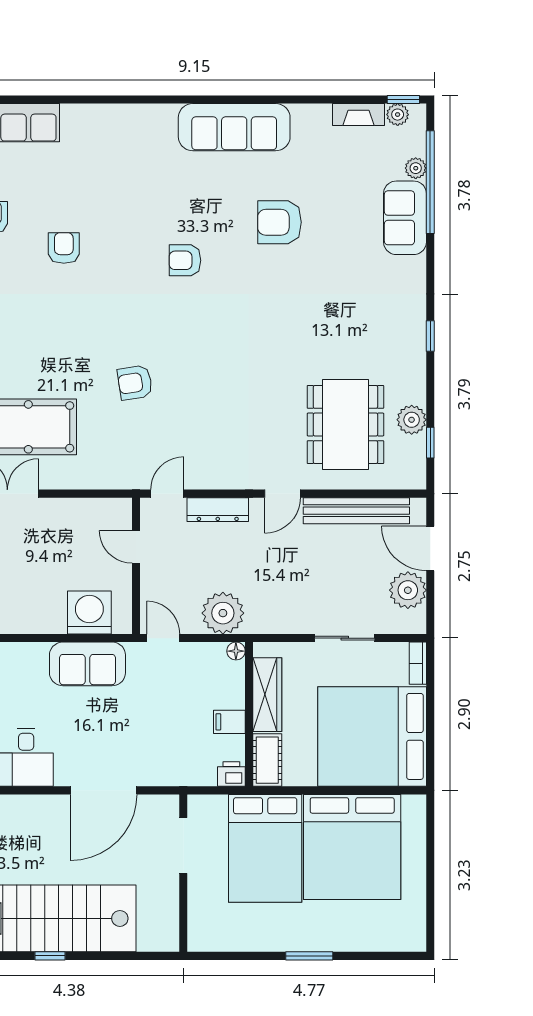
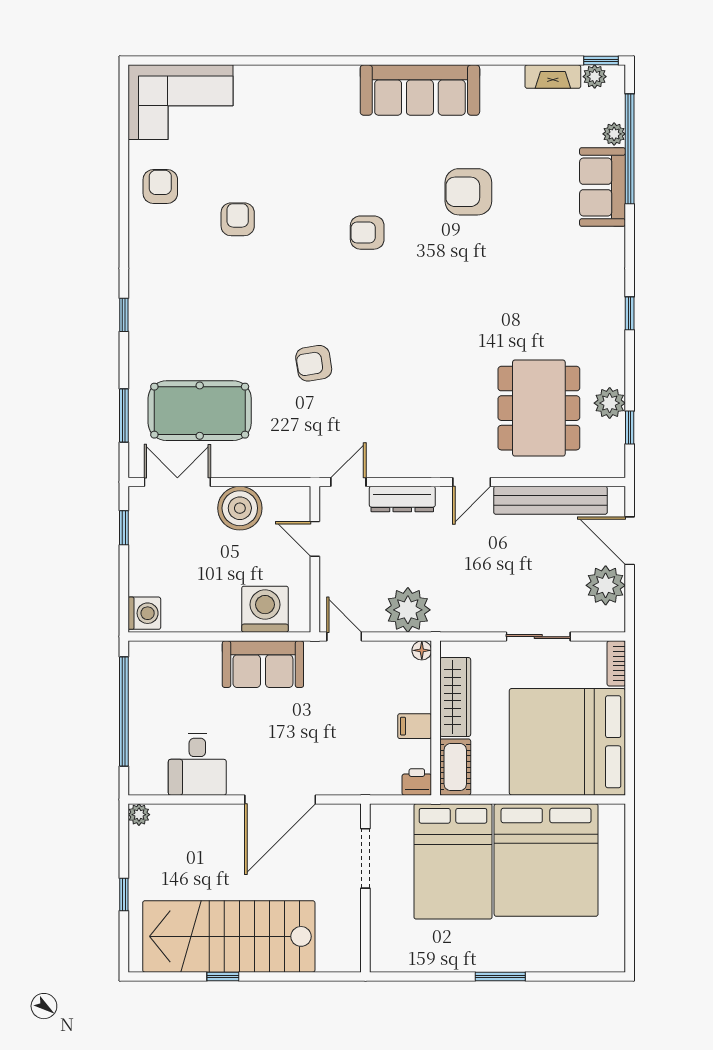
boiler: (66, 518) -> (240, 508), added

